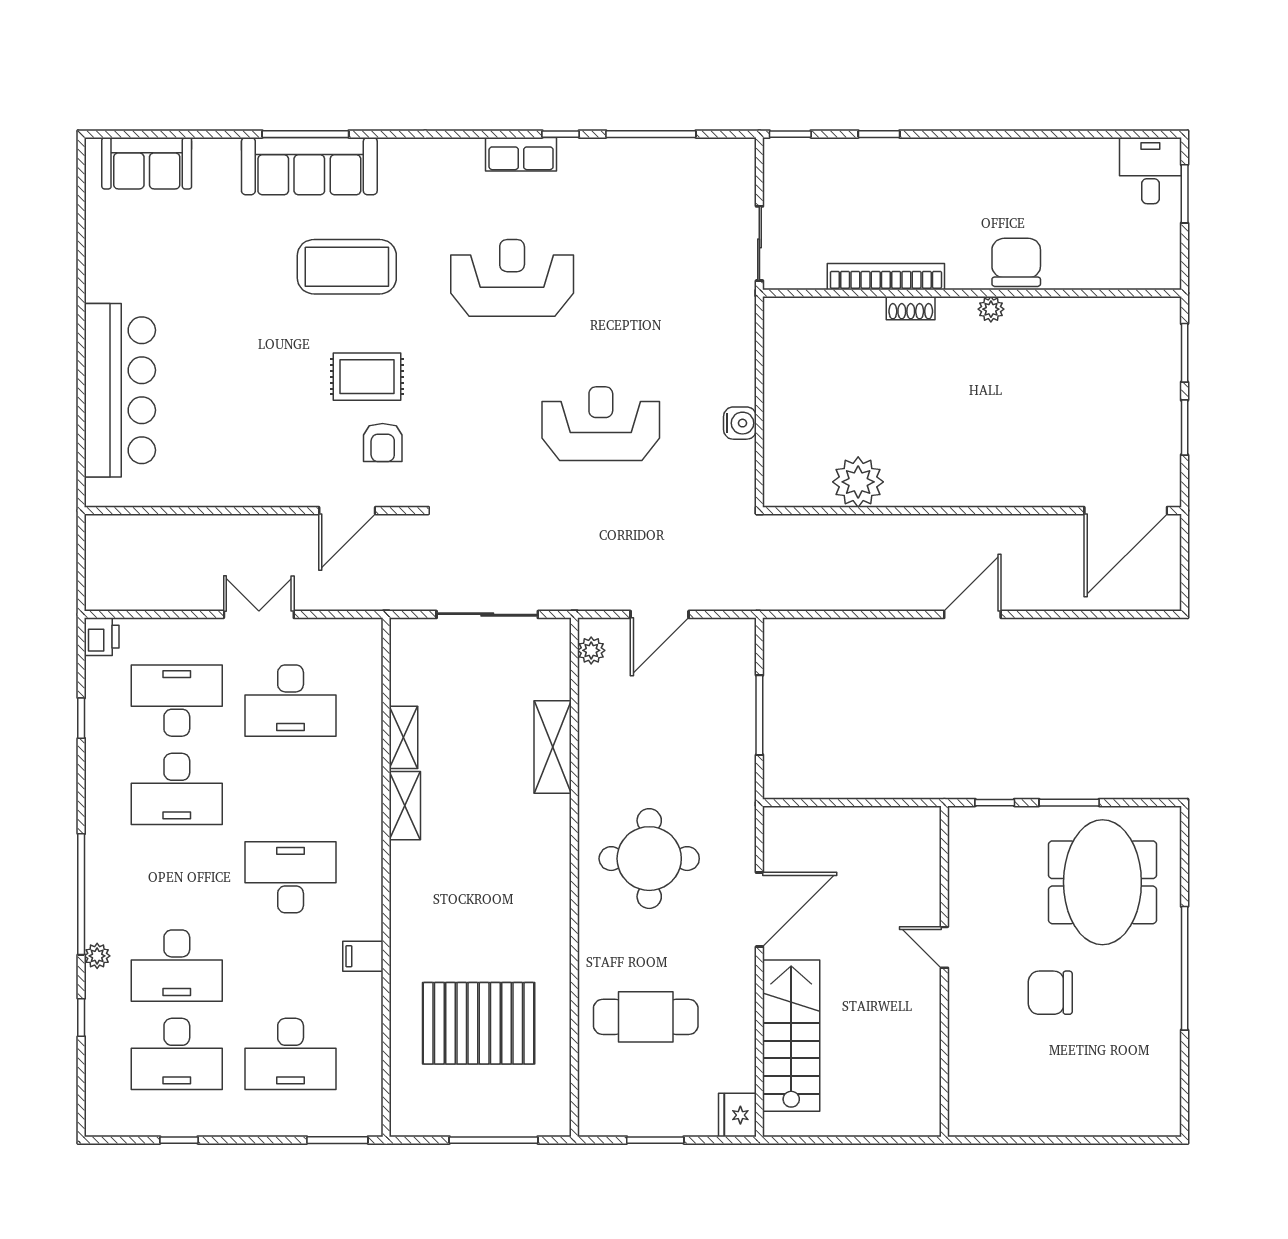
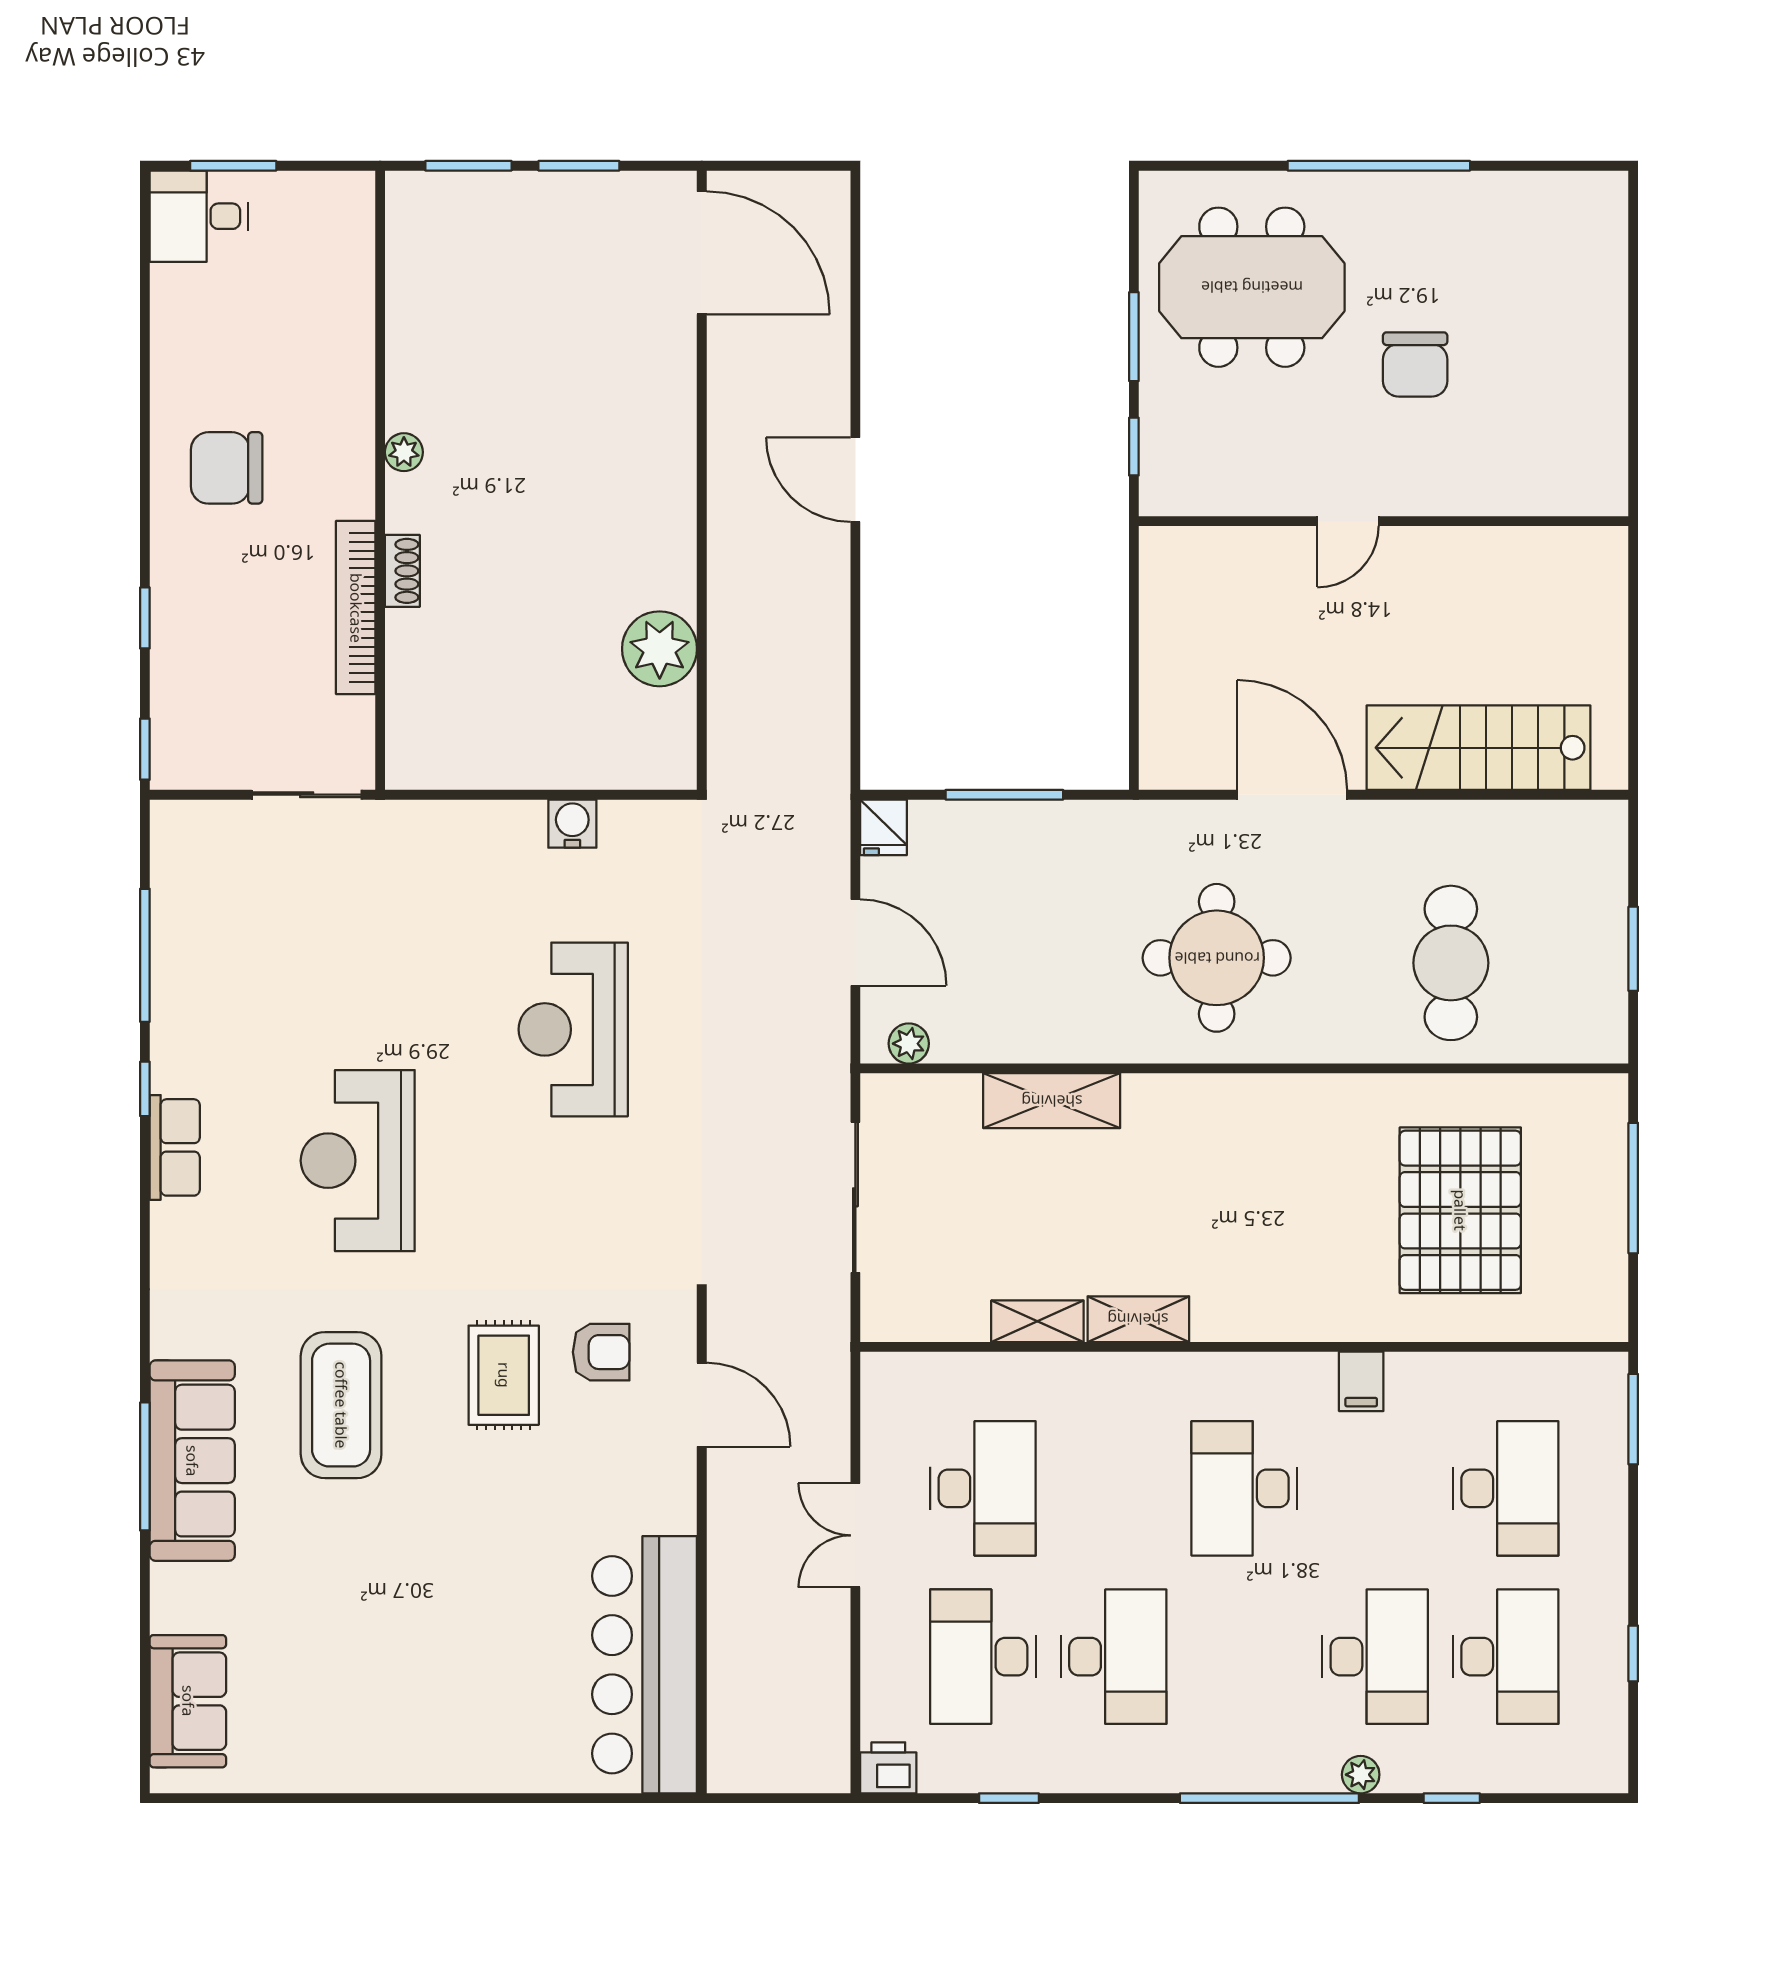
chair: (1016, 262) -> (227, 468), moved
bar counter: (120, 390) -> (645, 1665), moved, turned -90
fridge: (737, 1115) -> (884, 827), moved, width x0.72

